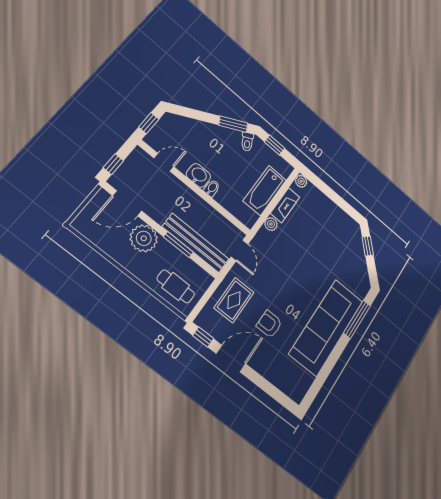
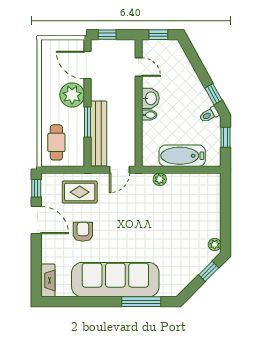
window: (233, 124) -> (213, 94), width x0.67
plant: (301, 181) -> (215, 244), moved
fireplace: (285, 205) -> (48, 280), moved, turned -90

